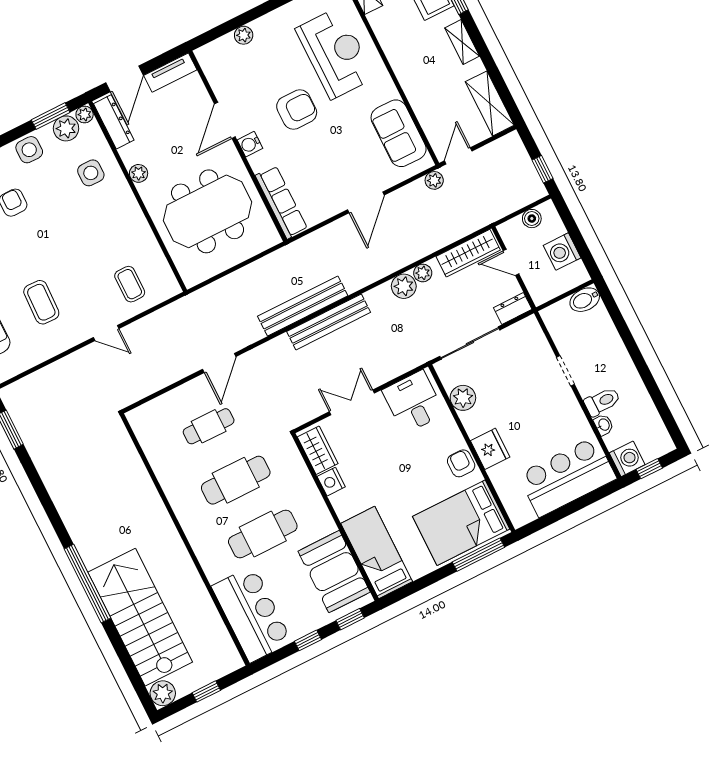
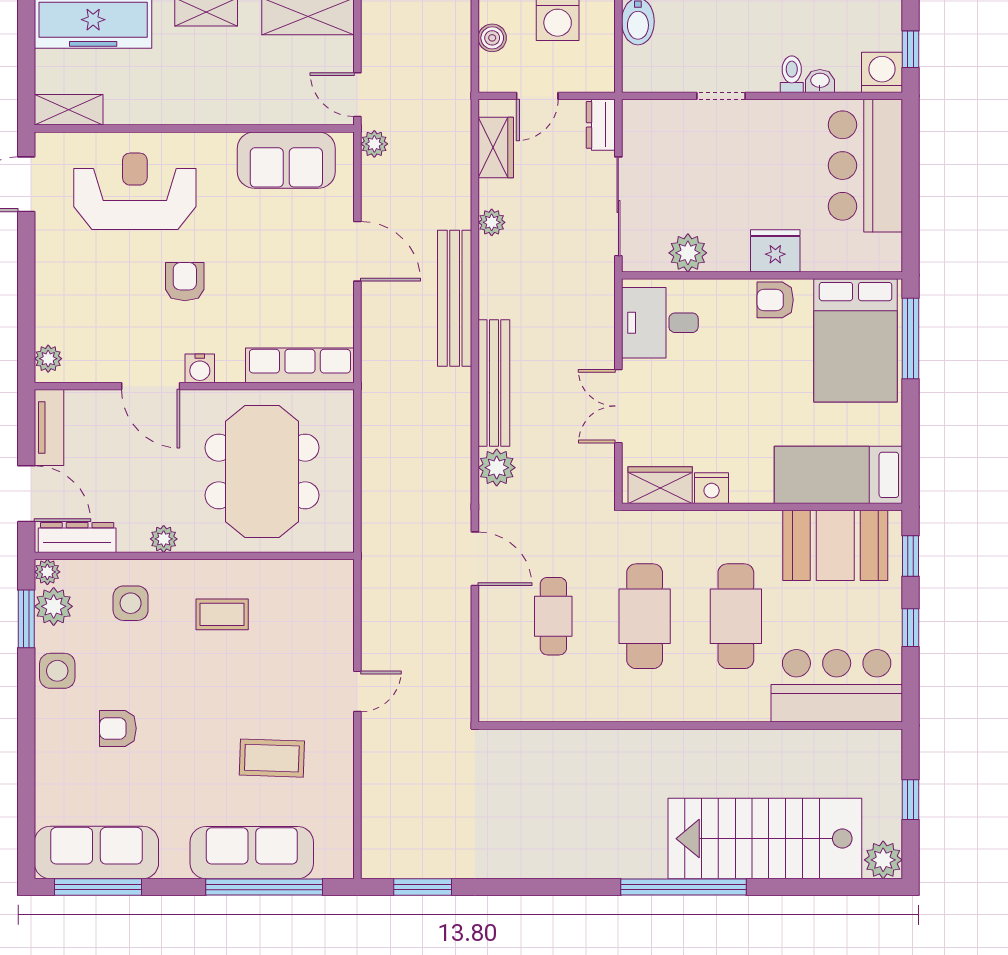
plant: (244, 35) -> (48, 359), moved
armchair: (297, 109) -> (185, 282), width x0.72, depth x0.72
wardrobe: (468, 253) -> (496, 148), width x0.67
coffee table: (130, 284) -> (222, 614), moved
plant: (404, 286) -> (497, 468), moved
bench: (303, 306) -> (455, 298), moved
toilet: (602, 402) -> (792, 74), width x0.73, depth x0.72

